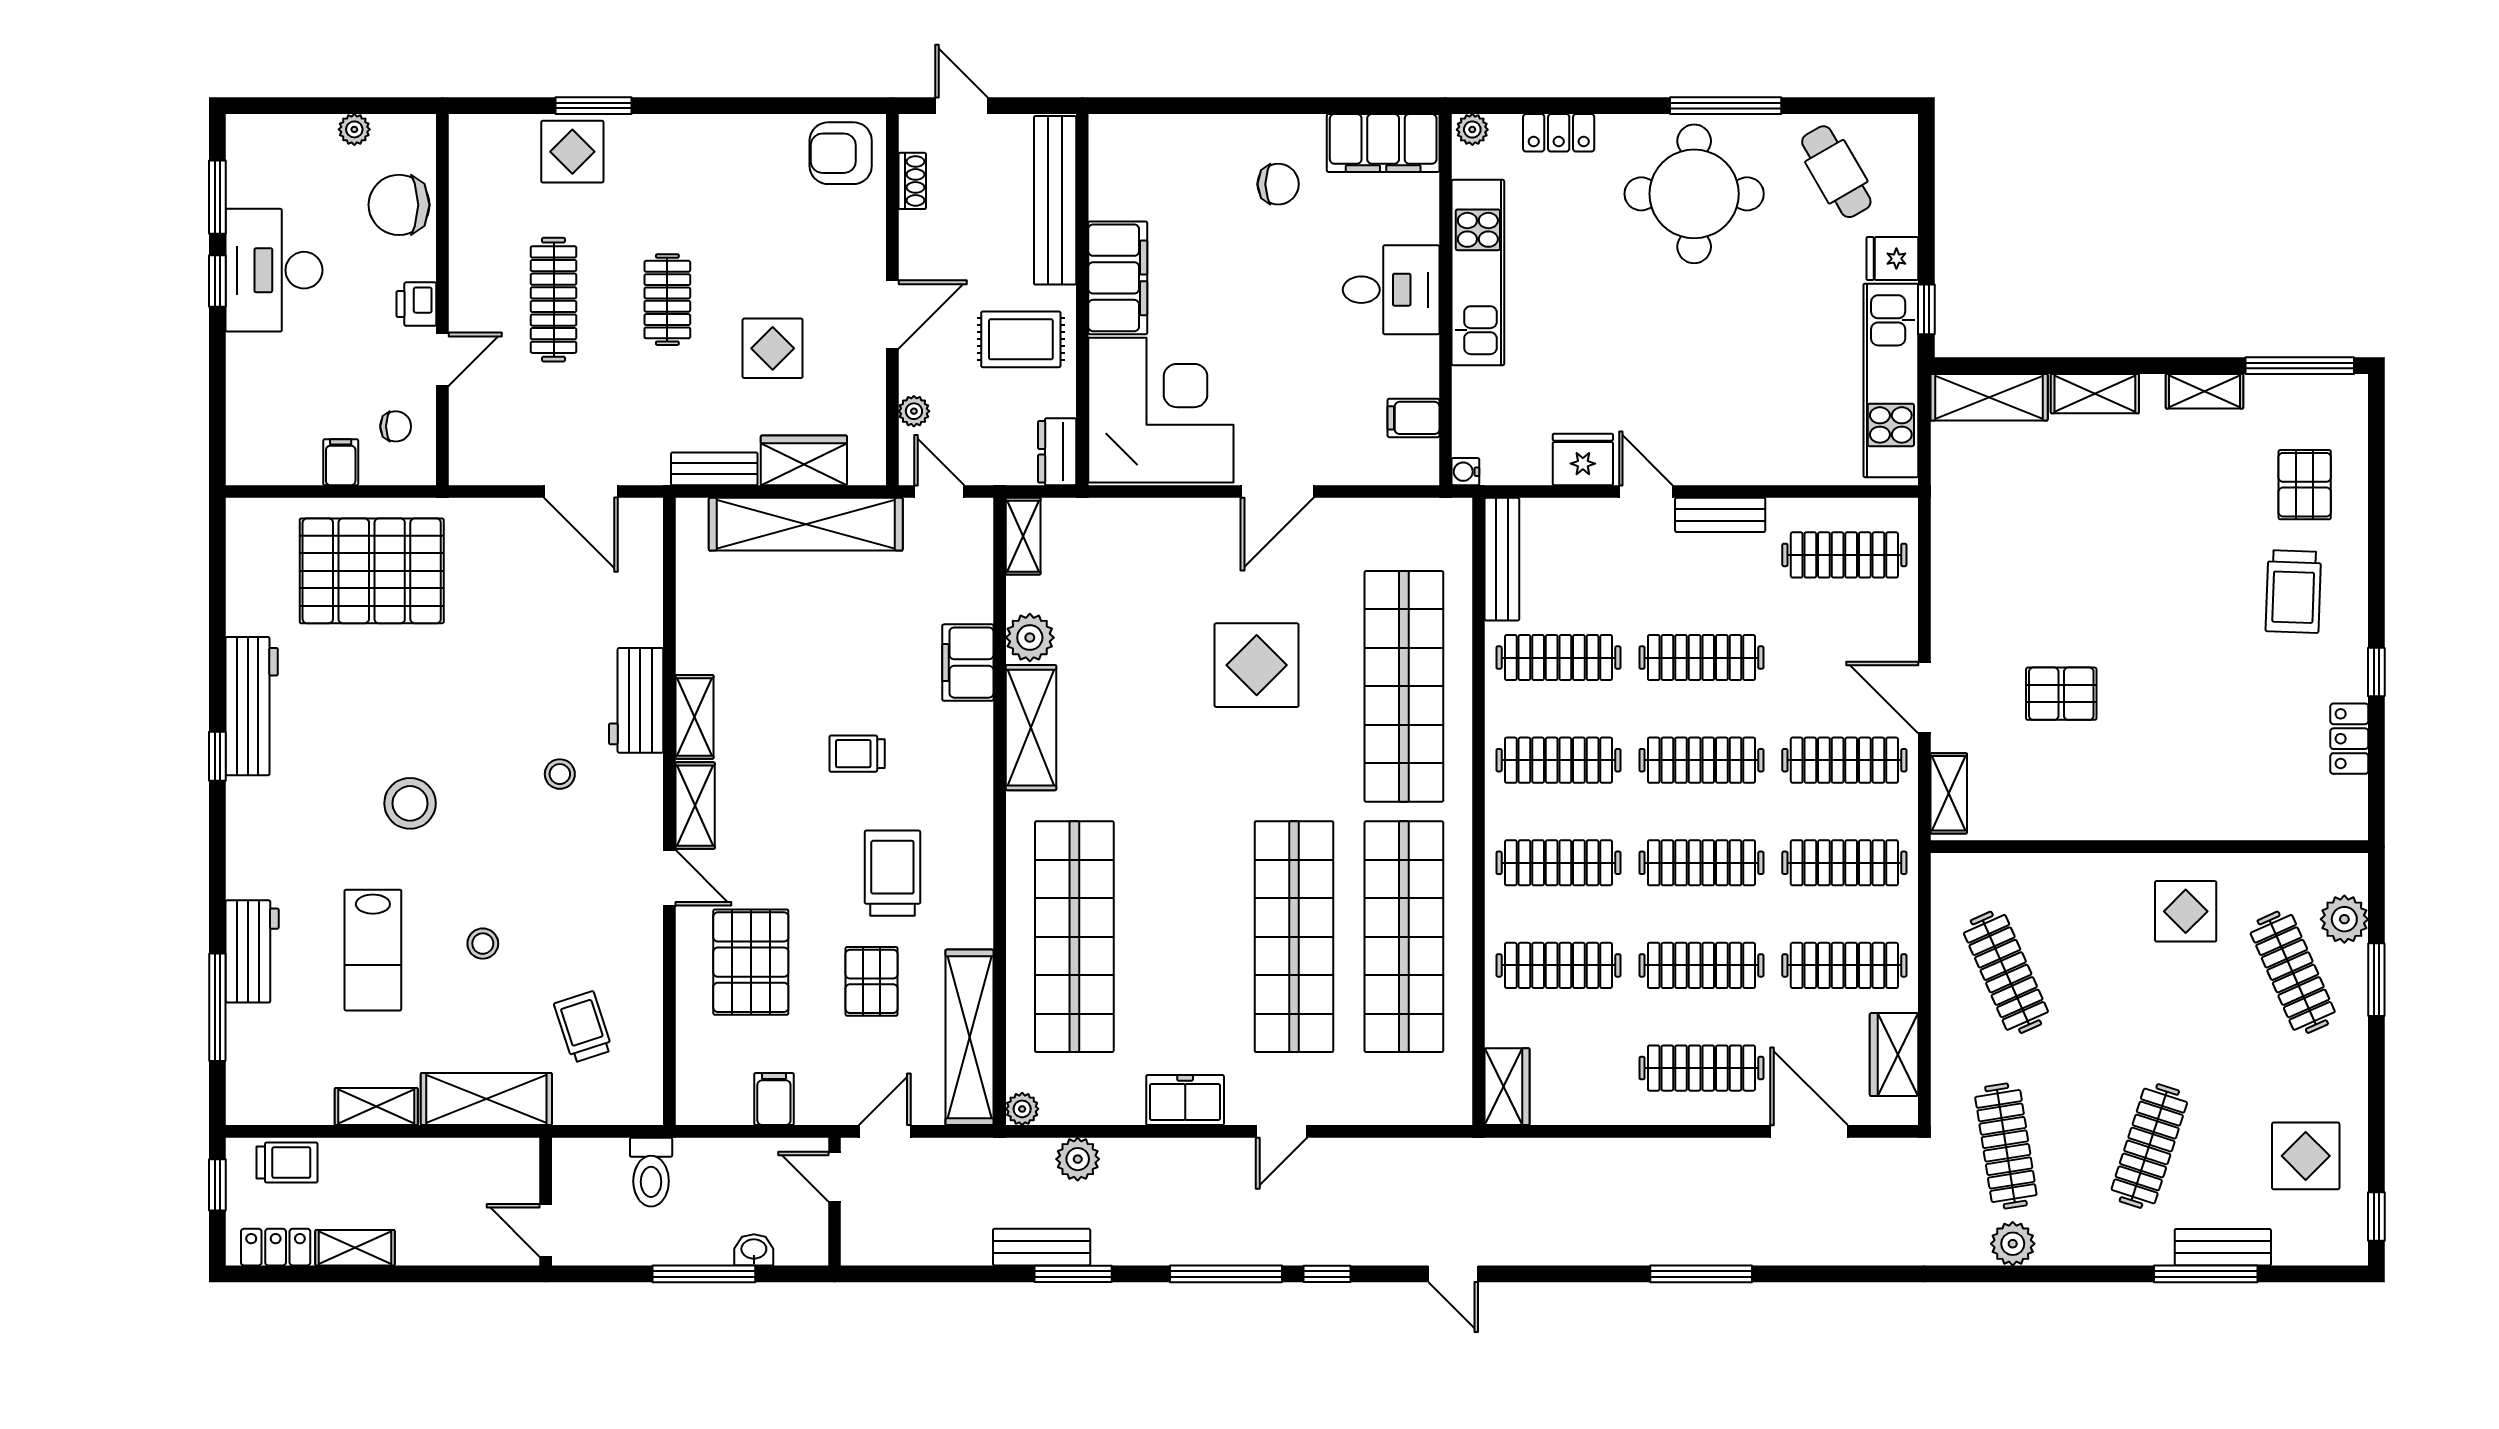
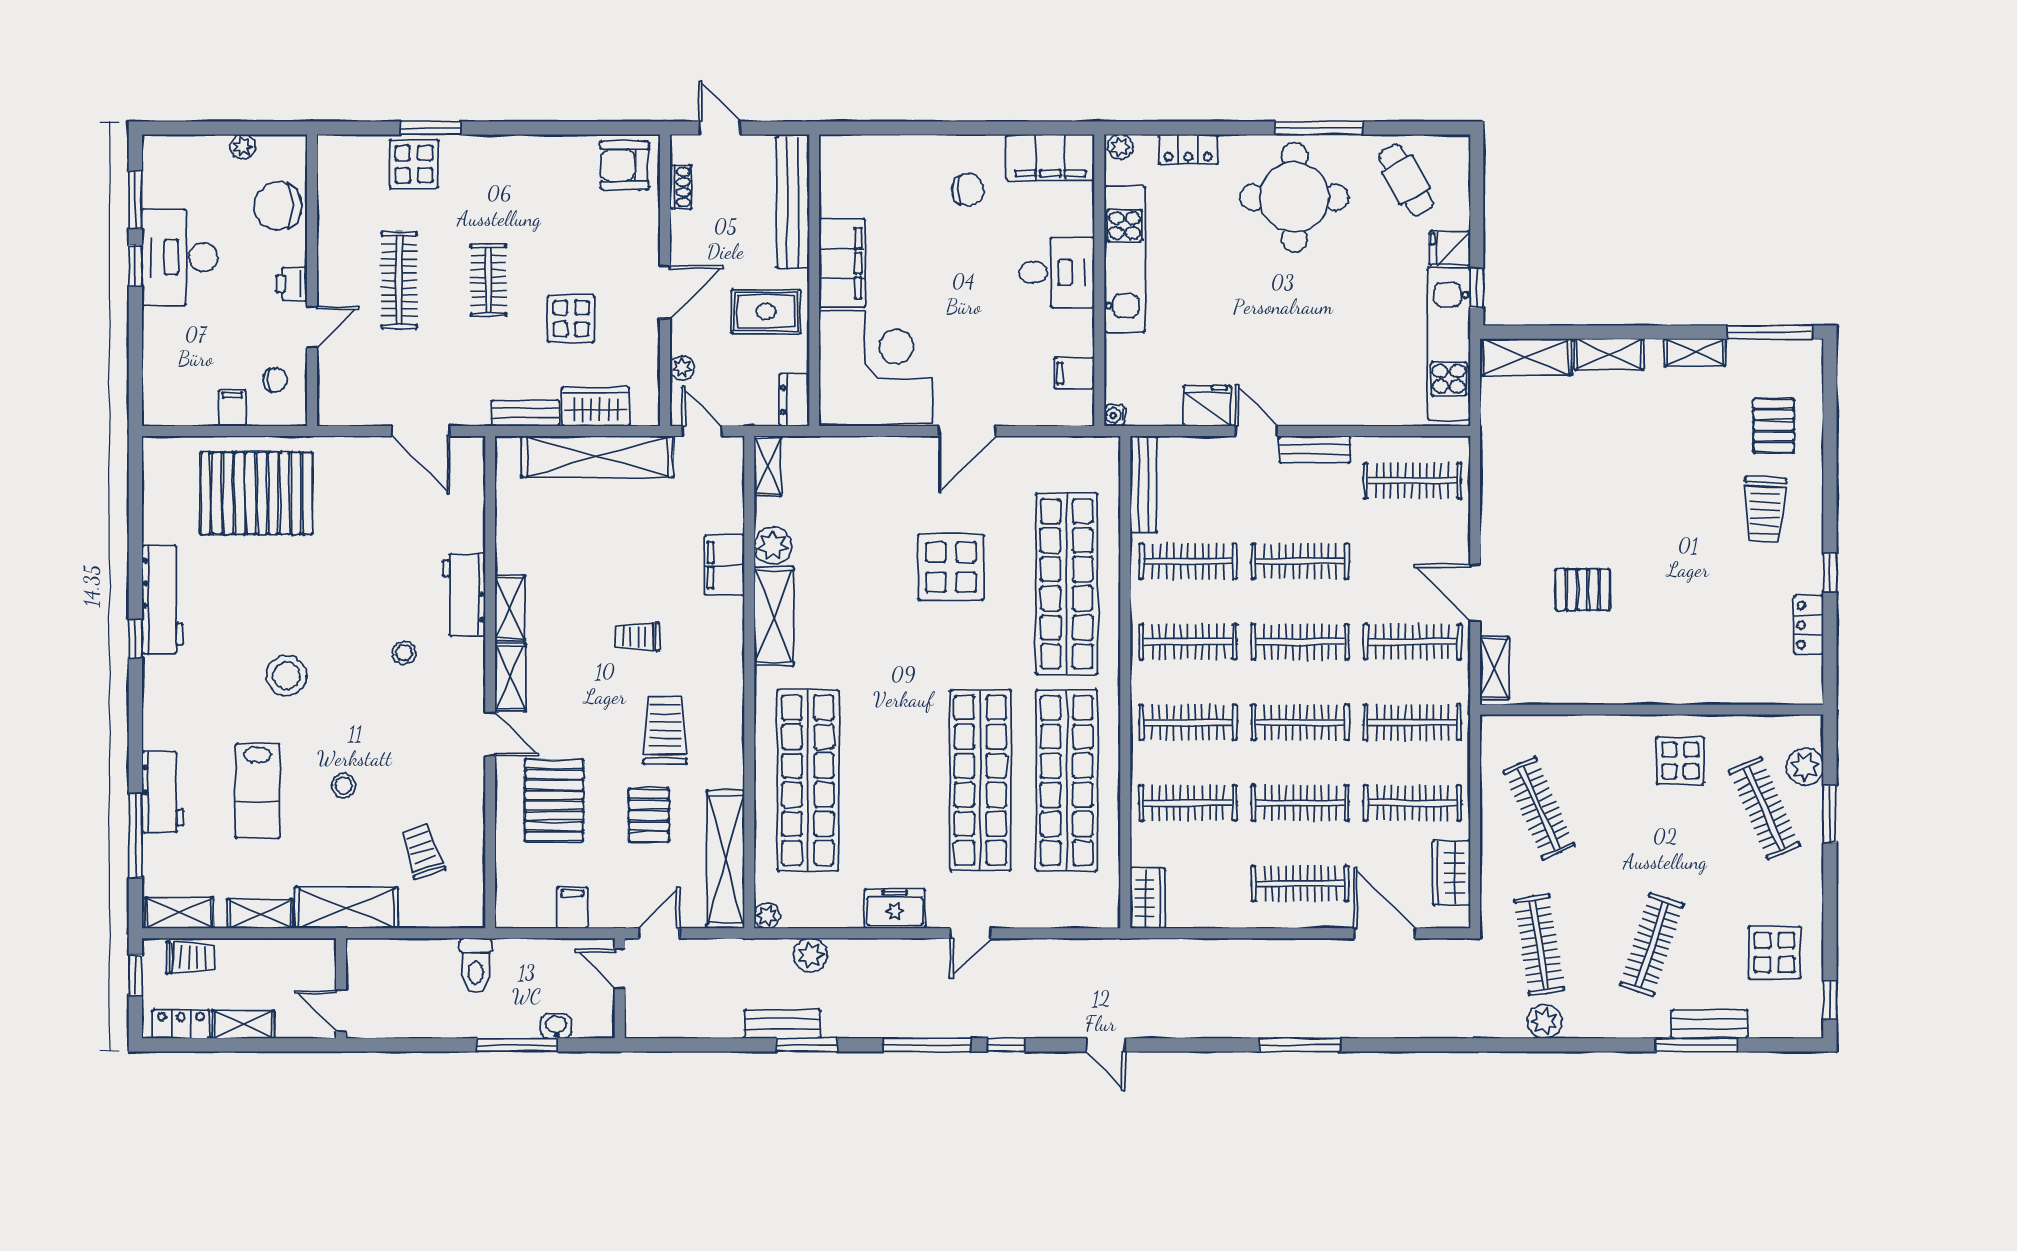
shelving: (273, 1106) -> (179, 913), added
wall: (546, 1202) -> (341, 988), moved
door: (546, 1230) -> (341, 1011), moved

